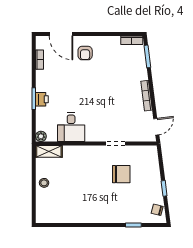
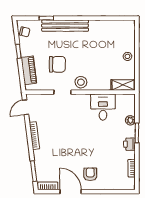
door: (61, 34) -> (71, 192), moved
printer: (42, 99) -> (129, 144), moved
plant: (41, 136) -> (130, 120), moved
stool: (95, 154) -> (81, 82), added
piano: (153, 168) -> (29, 70), added
chair: (121, 174) -> (57, 64), turned 180
bench: (113, 217) -> (65, 26), added

